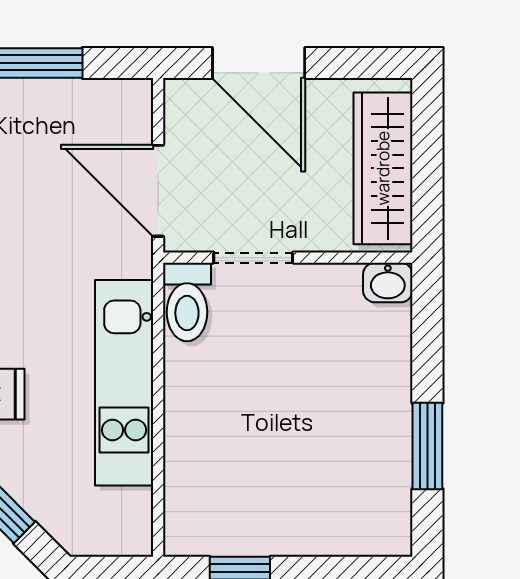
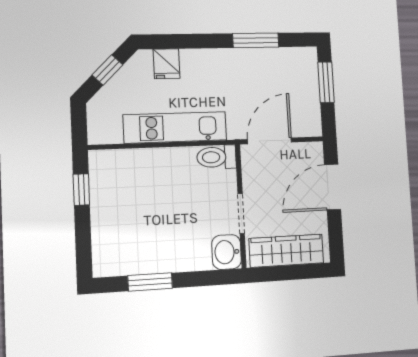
doorway: (253, 258) -> (241, 214), moved
washbasin: (388, 283) -> (227, 252), width x1.38, depth x1.45

